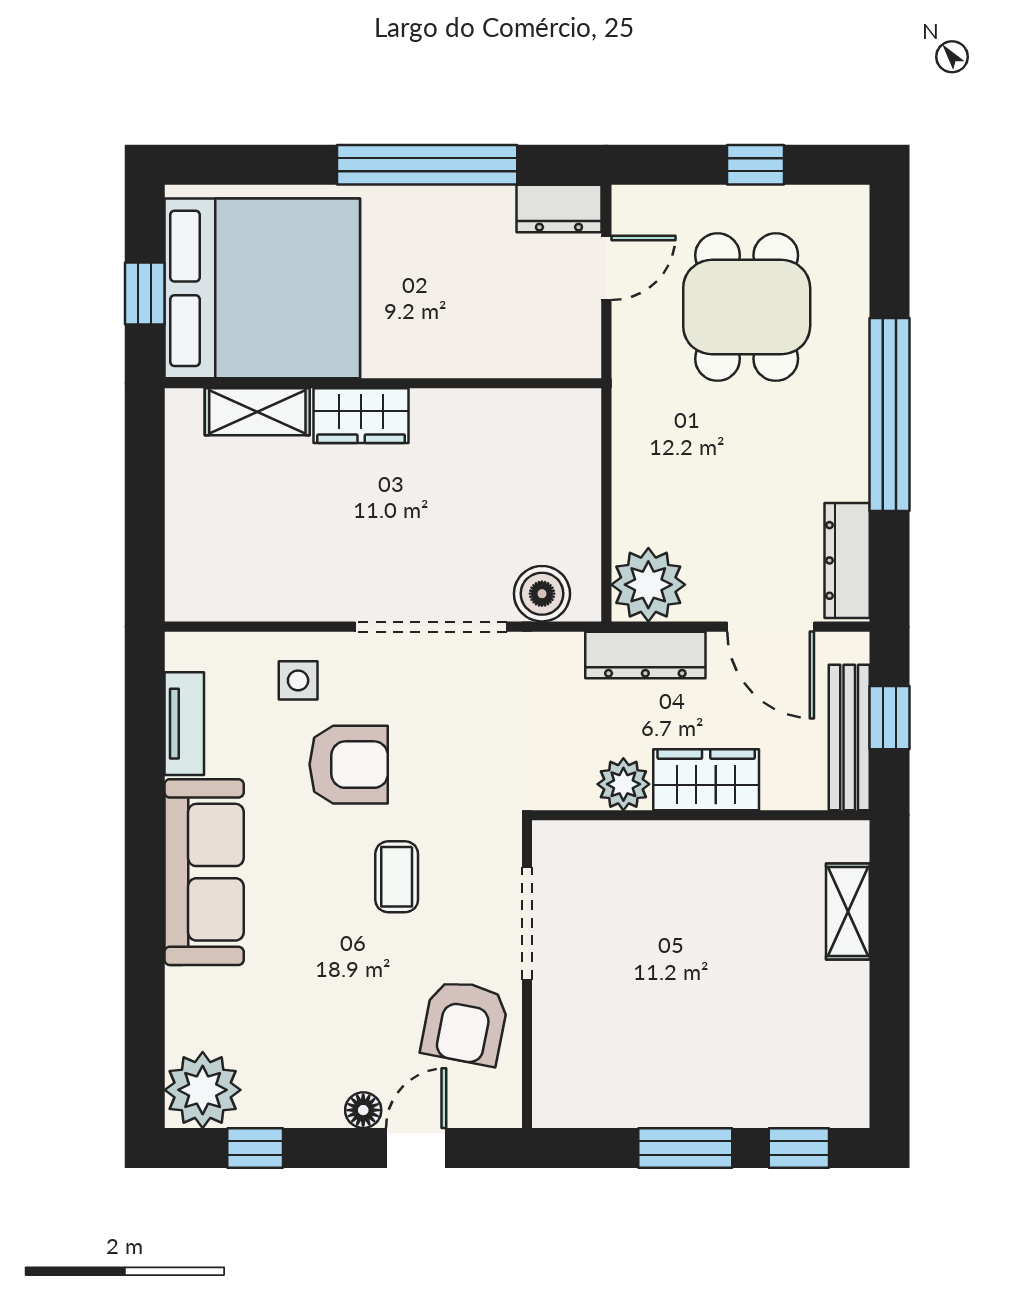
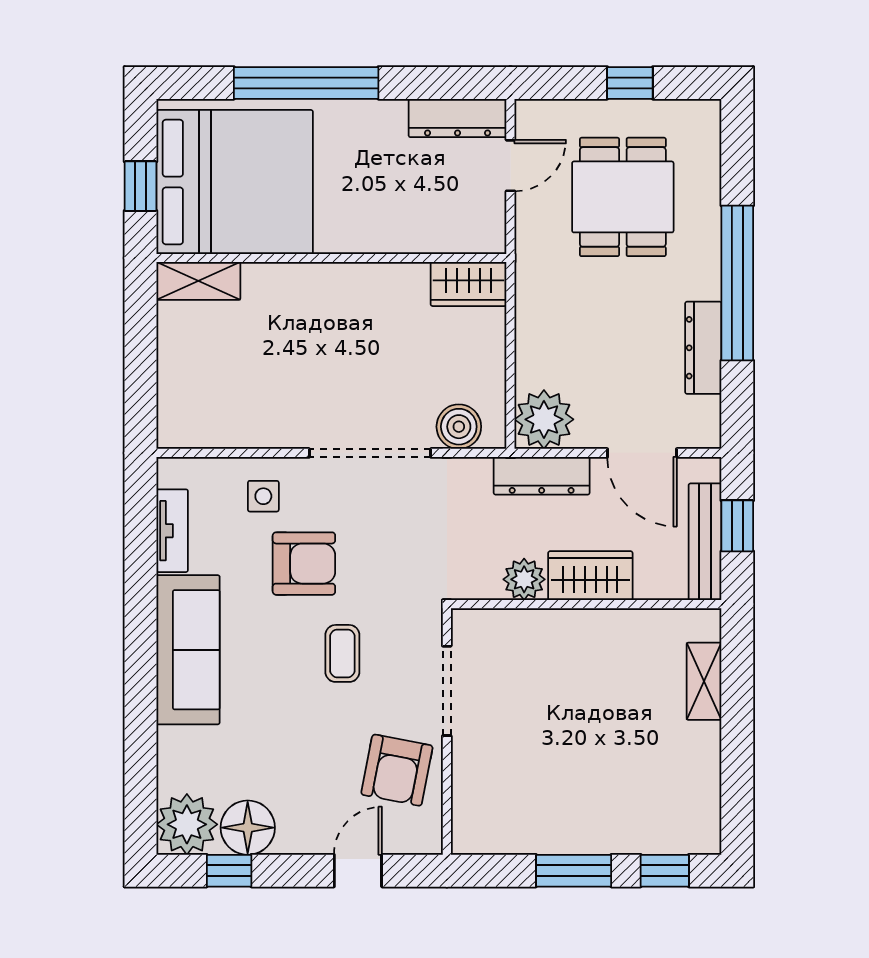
window: (427, 165) -> (306, 83), moved
dresser: (559, 209) -> (458, 118), width x1.44
shelving: (257, 412) -> (198, 281), moved
wardrobe: (361, 416) -> (469, 284), moved
dresser: (847, 560) -> (703, 348), moved
floor lamp: (363, 1110) -> (248, 828), moved, width x1.89, depth x1.89

